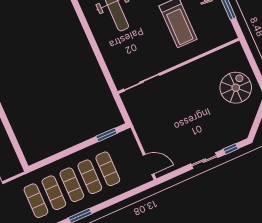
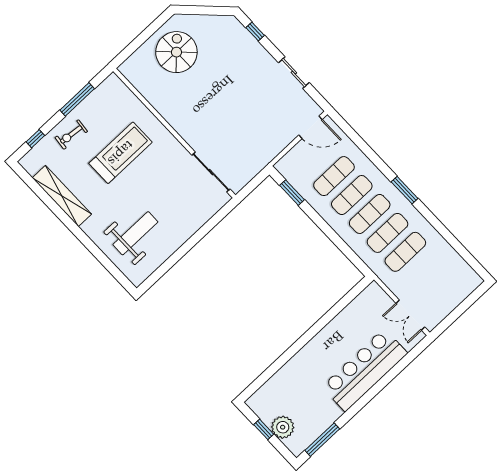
spiral stairs: (236, 88) -> (176, 52), turned 90
sliding door: (204, 161) -> (294, 73), moved
door: (149, 164) -> (311, 127), swing flipped

